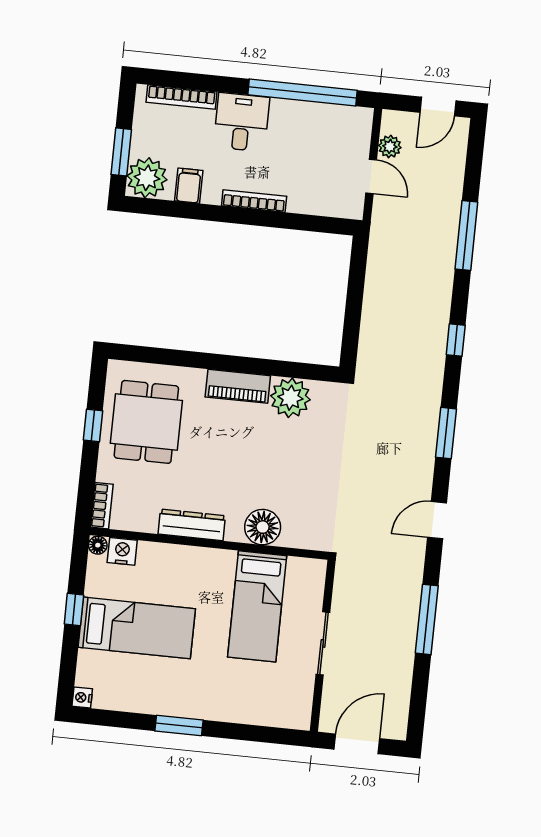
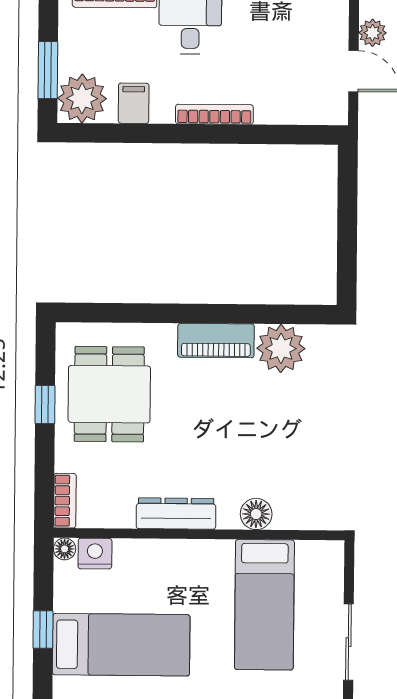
floor lamp: (263, 527) -> (256, 514), width x0.73, depth x0.73

